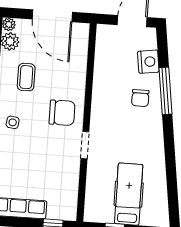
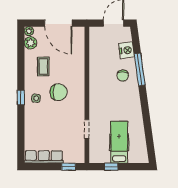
chair: (62, 113) -> (59, 92), moved
doorway: (85, 145) -> (87, 129), moved

